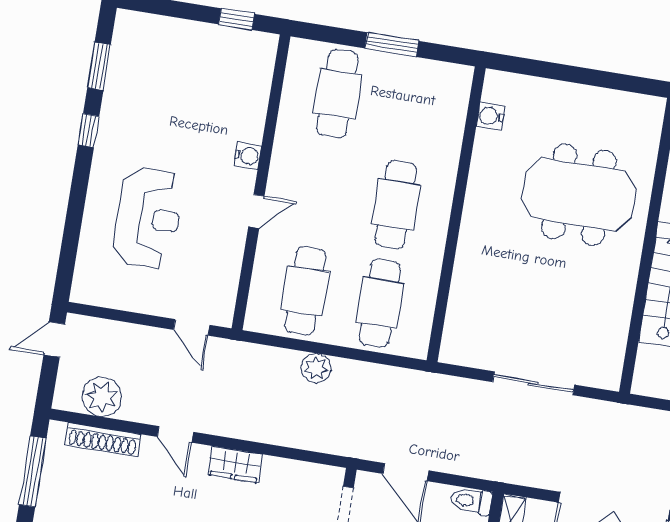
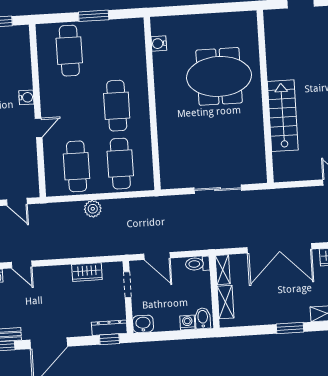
wardrobe: (235, 465) -> (87, 272), moved

